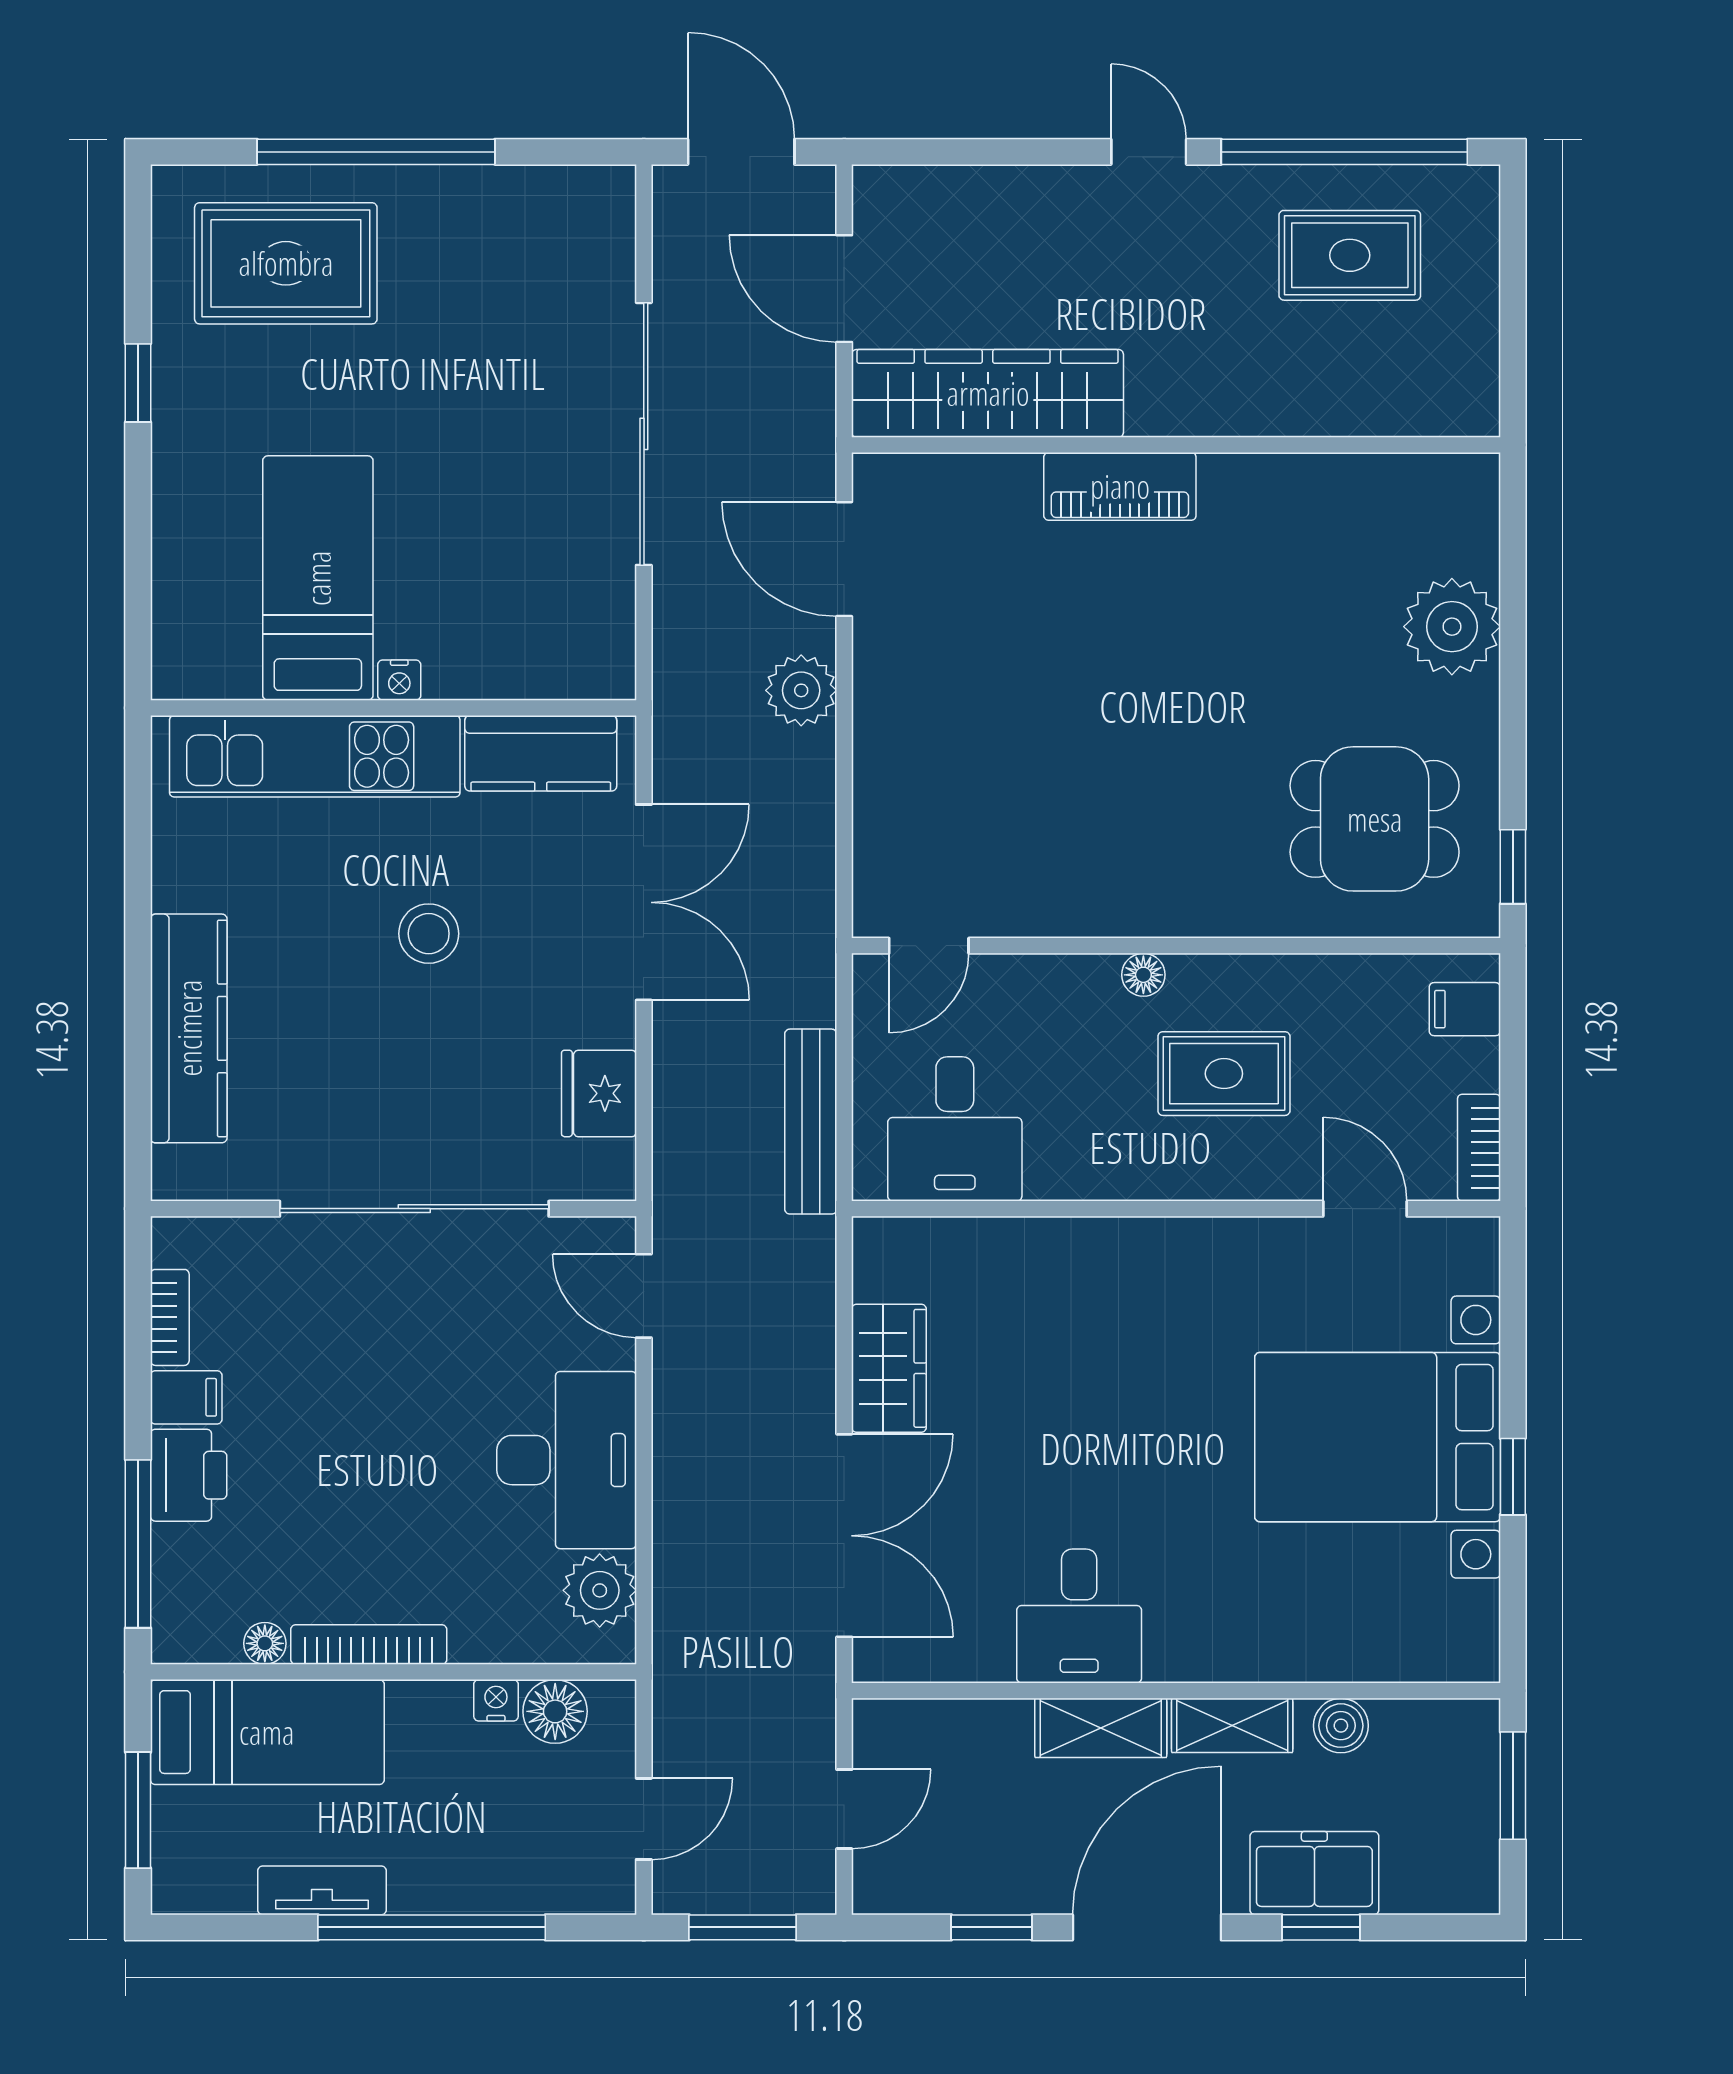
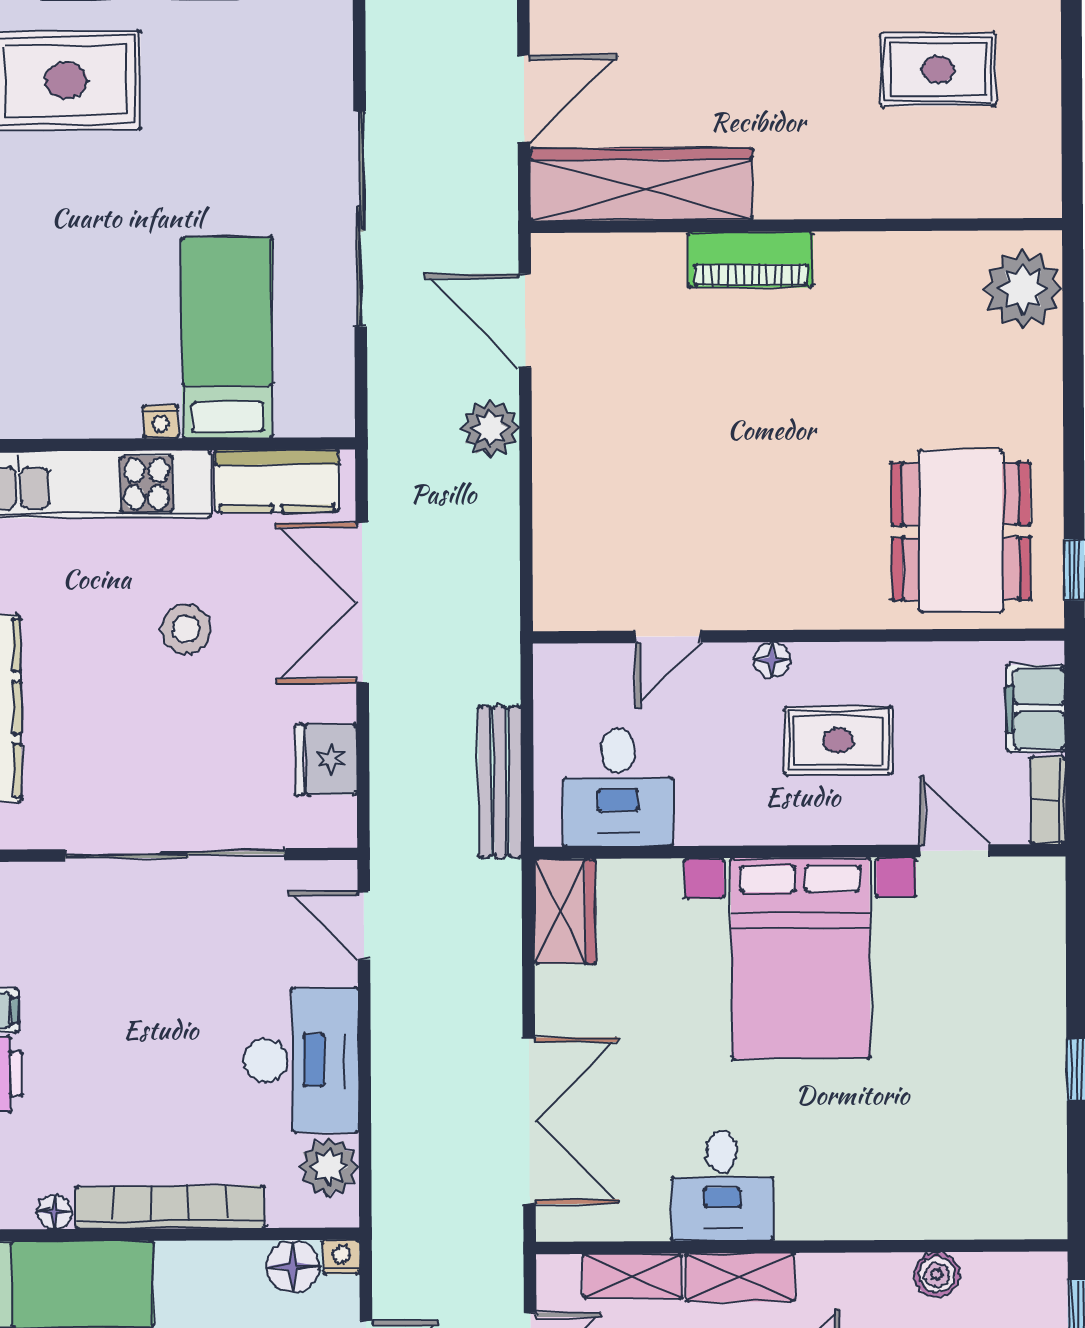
door: (844, 289) -> (524, 99), swing flipped
bed: (318, 578) -> (227, 338), moved
plant: (1452, 627) -> (1023, 289), moved
dining table: (1375, 819) -> (961, 531), width x1.37
double door: (644, 902) -> (362, 603), swing flipped
door: (929, 946) -> (668, 637), moved
filing cabinet: (1465, 1009) -> (1036, 709), width x2.00
wardrobe: (889, 1368) -> (565, 911), moved
bed with nightstands: (1378, 1437) -> (801, 958), moved, turned -90
bookcase: (369, 1644) -> (170, 1207), width x1.48, depth x1.31
nightstand: (496, 1700) -> (341, 1257), moved
shelving: (1232, 1725) -> (633, 1276), moved

